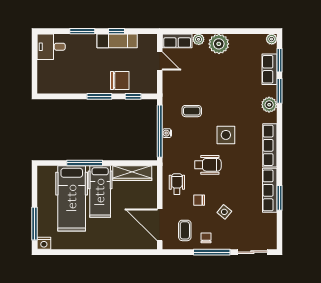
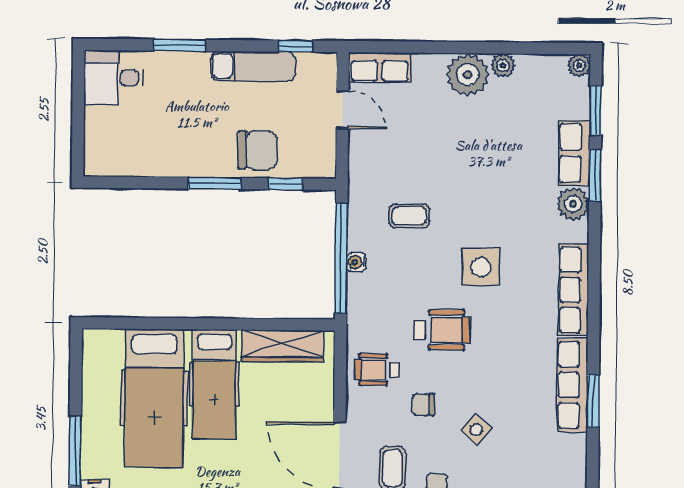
window: (116, 31) -> (296, 46), moved
plant: (199, 39) -> (503, 65), moved
row of seats: (269, 69) -> (574, 153), moved
window: (85, 163) -> (182, 324), removed
wheelchair: (177, 184) -> (377, 370), turned -90

